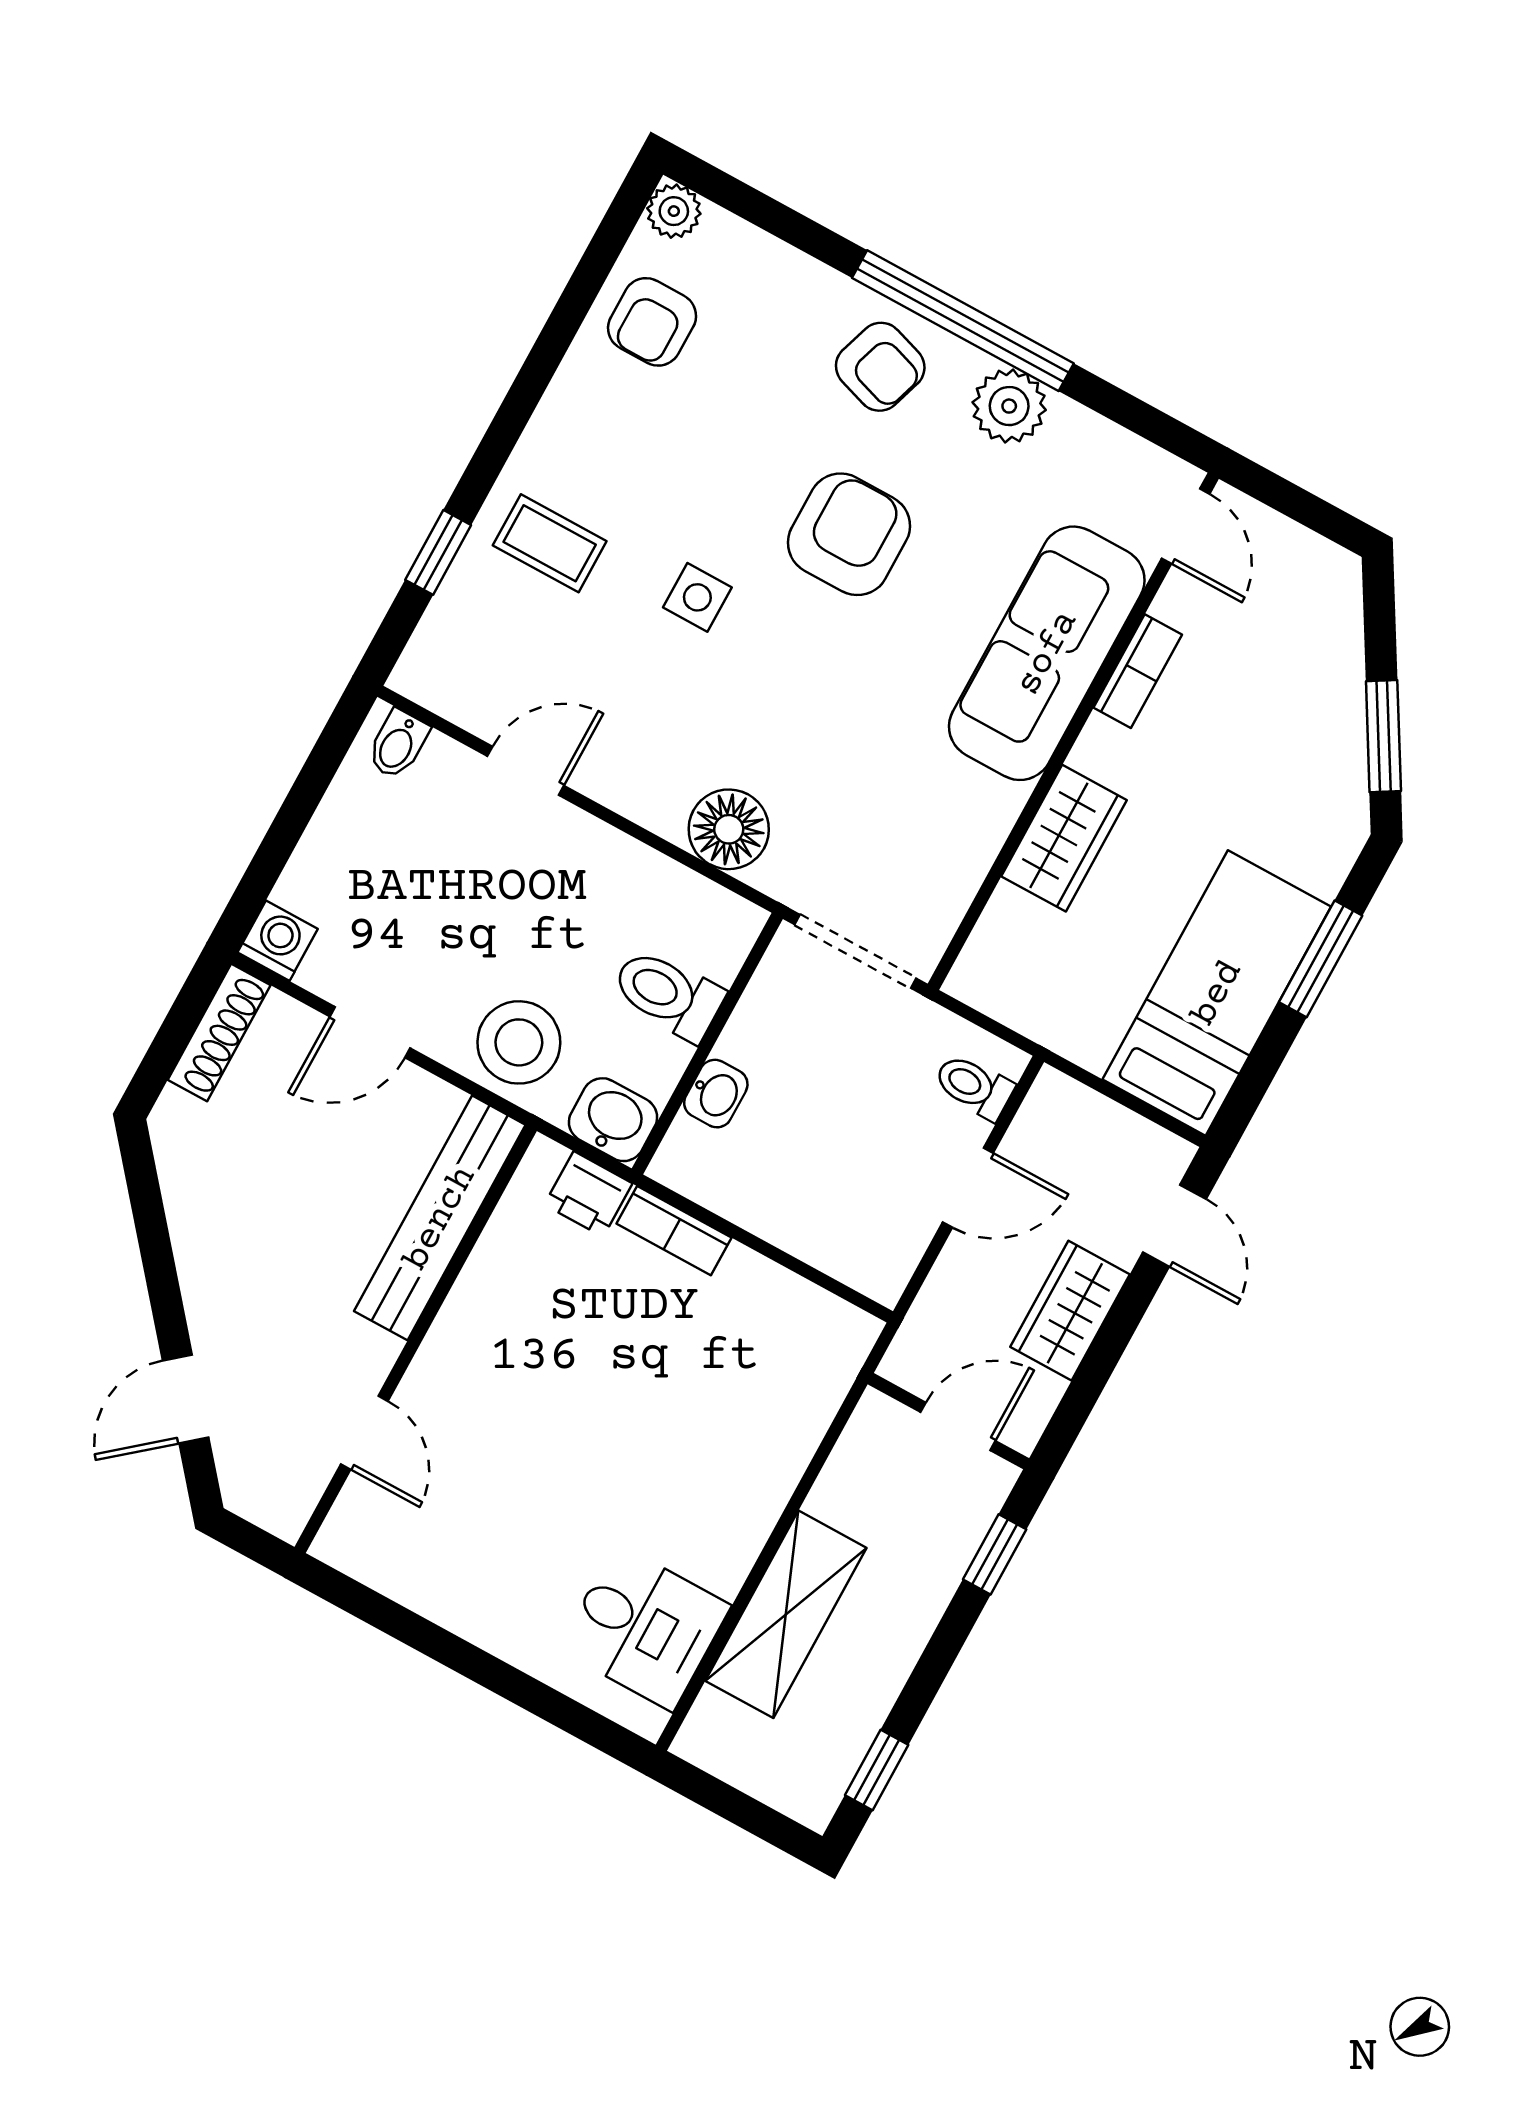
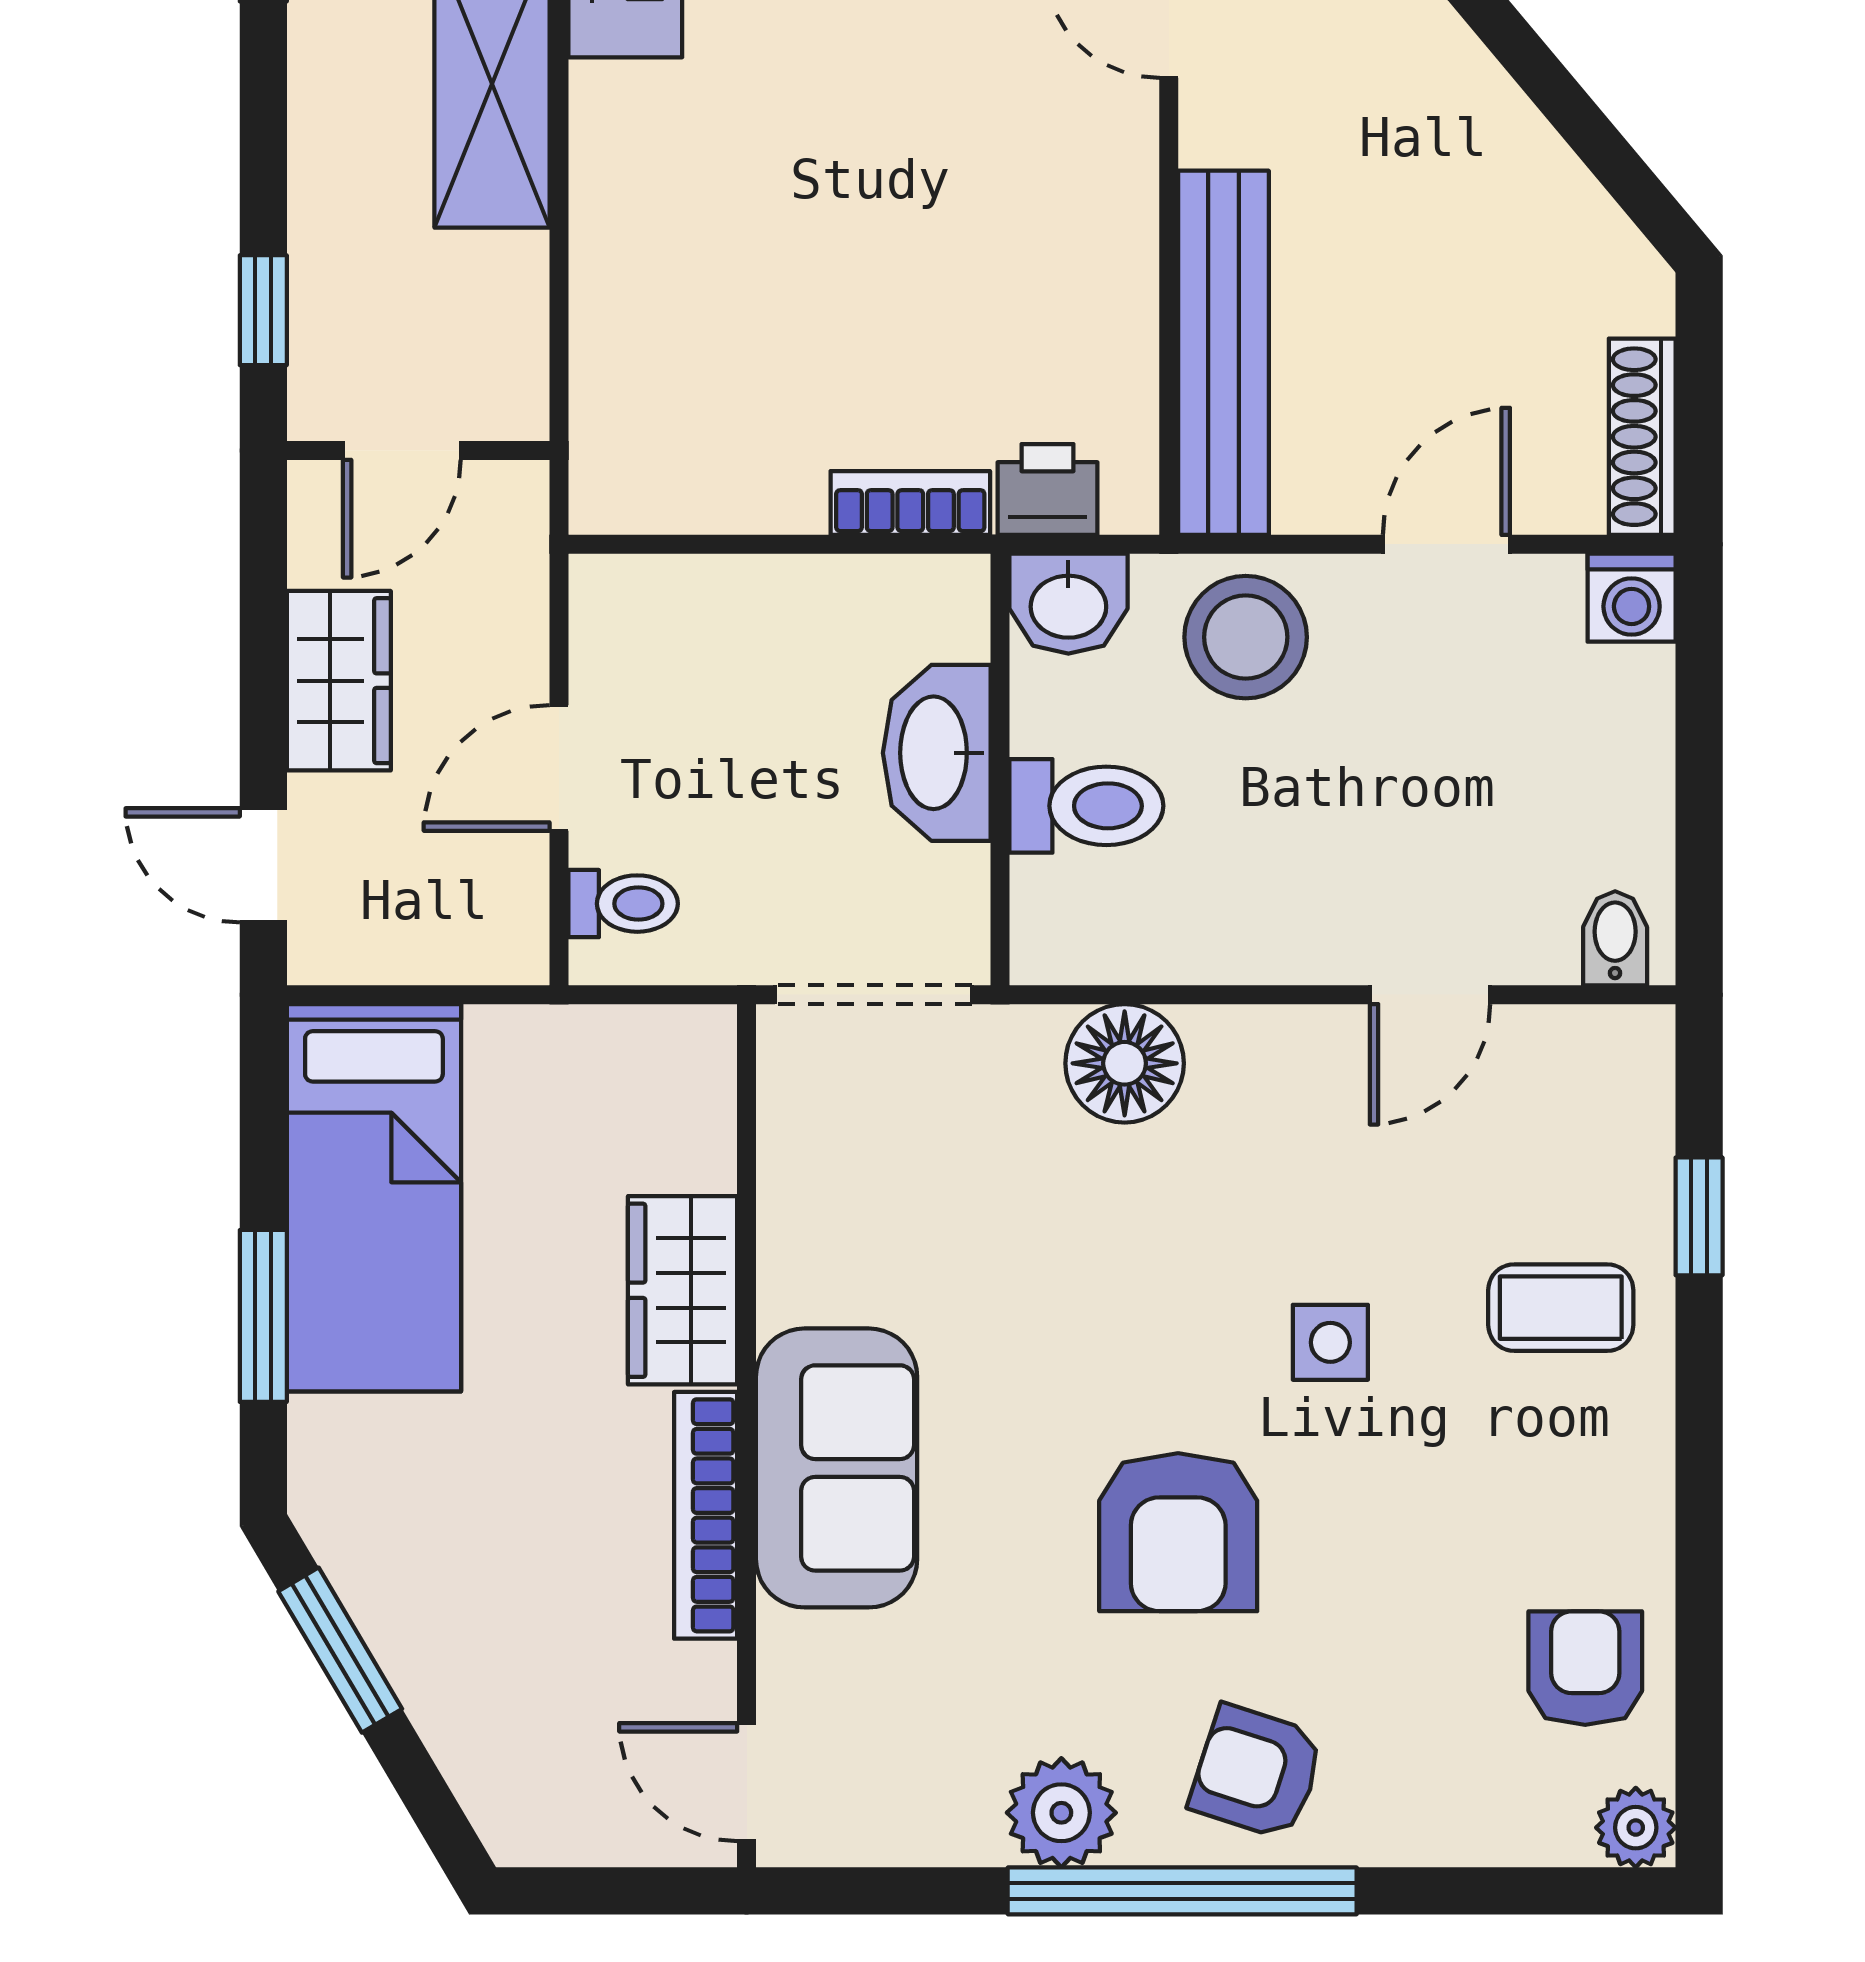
sofa: (1047, 653) -> (837, 1468), width x0.73
bookcase: (1138, 671) -> (706, 1515), width x1.56
washbasin: (716, 1094) -> (937, 753), width x1.91, depth x1.45

